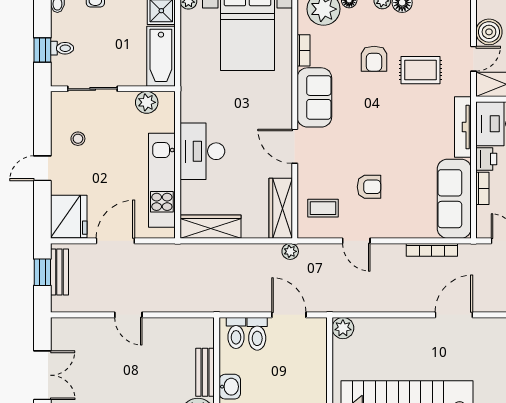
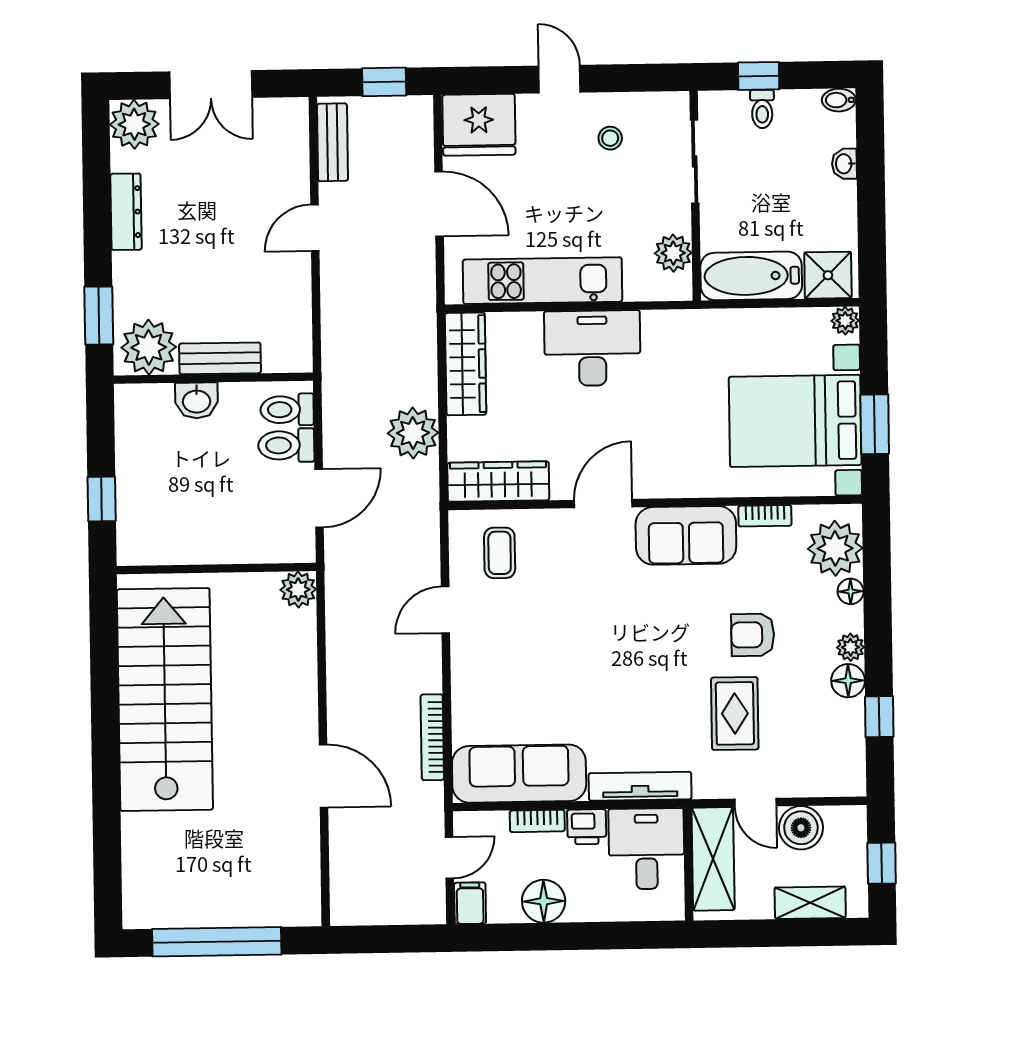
armchair: (369, 187) -> (537, 630), removed
plant: (290, 251) -> (413, 433), moved, width x1.88, depth x1.88
bench: (59, 272) -> (332, 142), moved, turned 90

